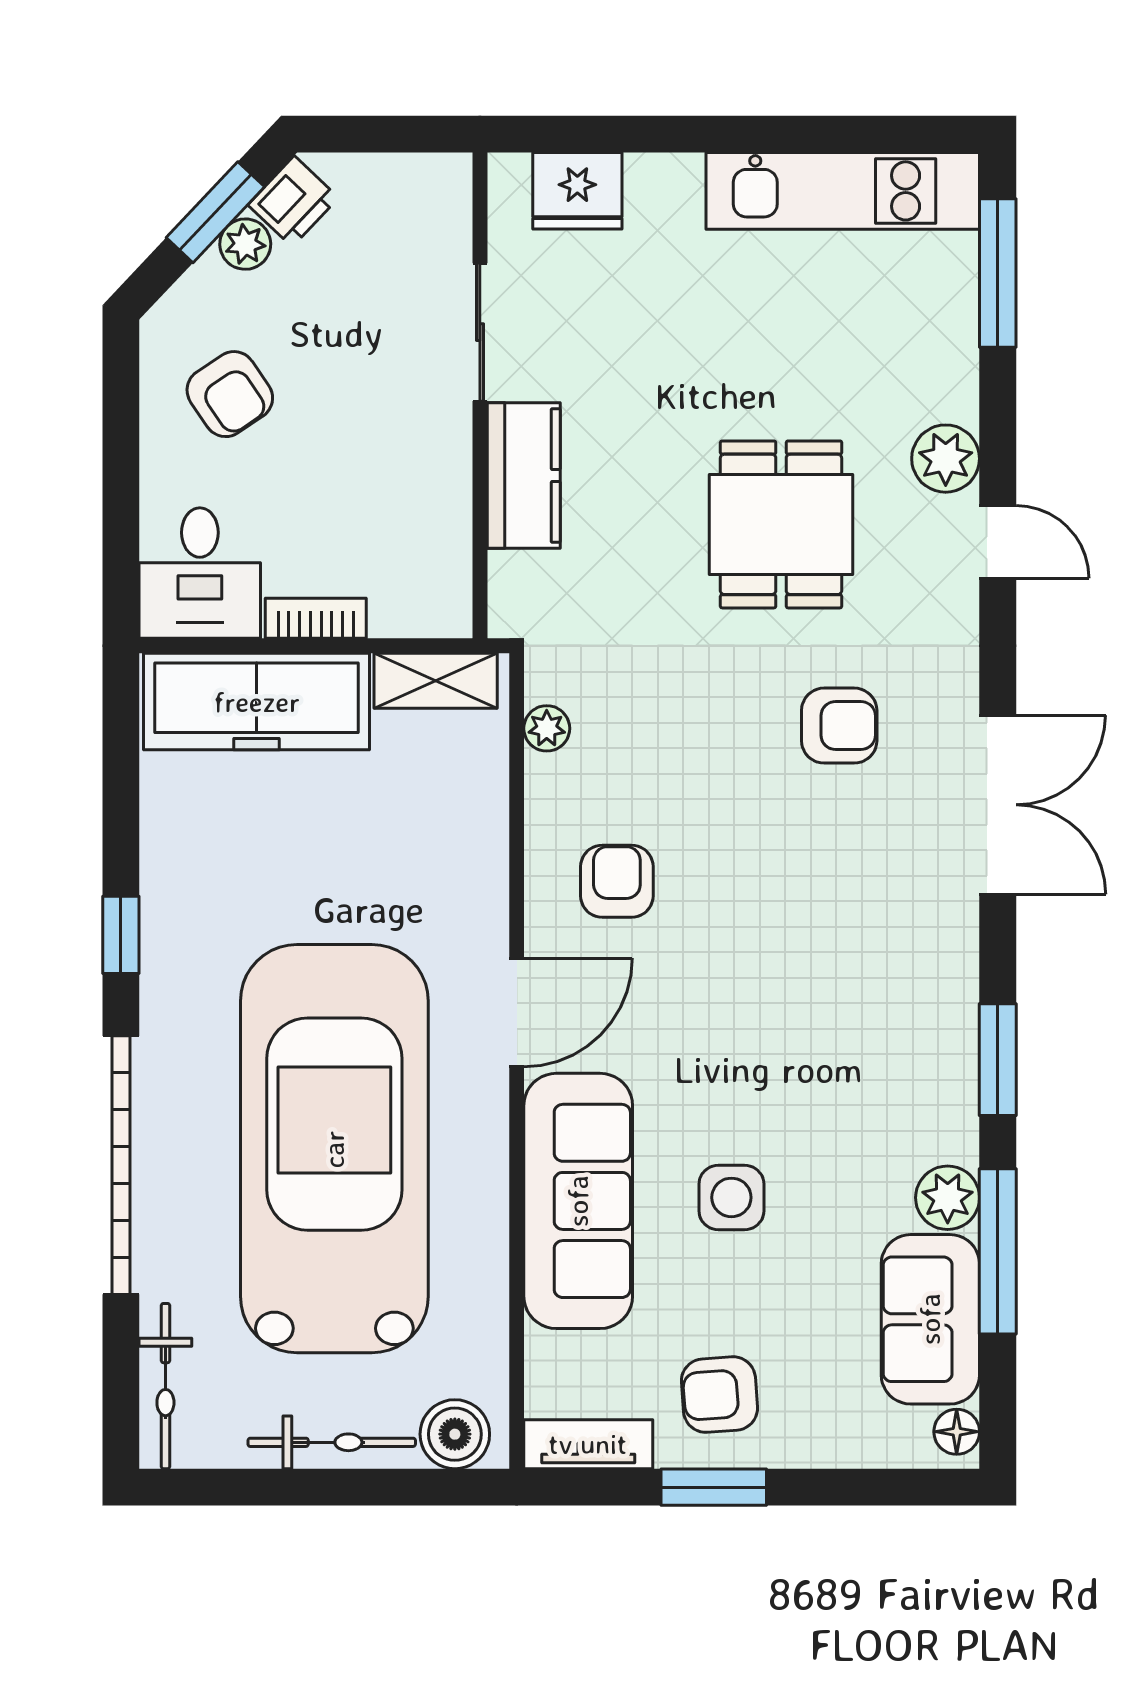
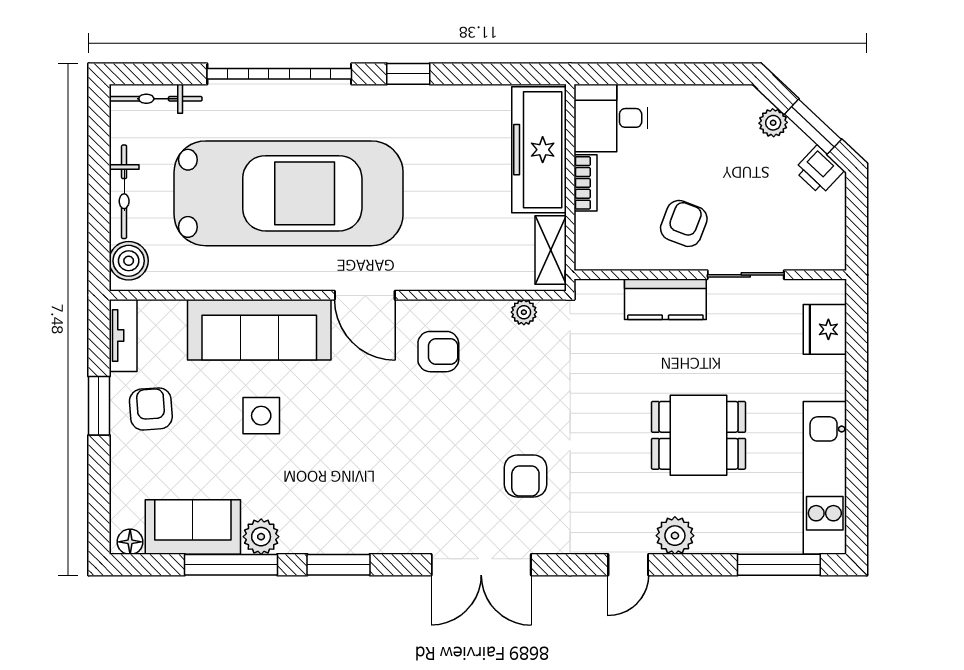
plant: (245, 244) -> (773, 123), moved
armchair: (230, 394) -> (684, 223), moved, turned 145
dining table: (781, 524) -> (698, 435), moved

